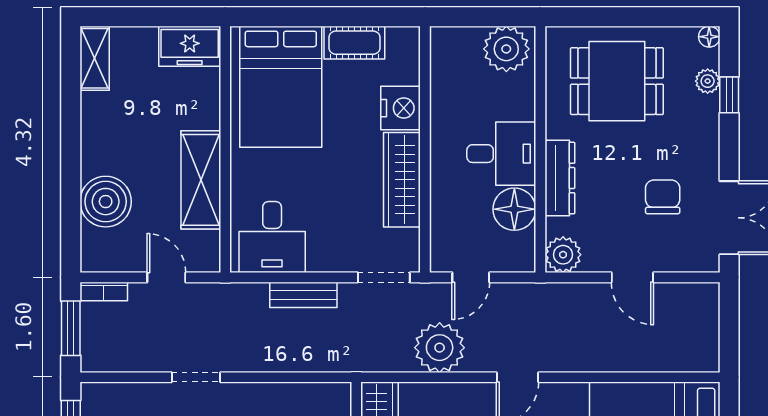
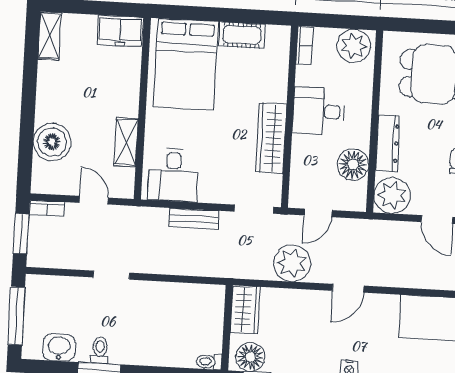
bookcase: (440, 52) -> (305, 45), added
nightstand: (401, 108) -> (273, 85), removed
desk: (501, 154) -> (319, 111), moved, turned 180
shelving: (201, 180) -> (126, 142), width x0.67, depth x0.75
plant: (563, 255) -> (392, 195), width x1.36, depth x1.36

